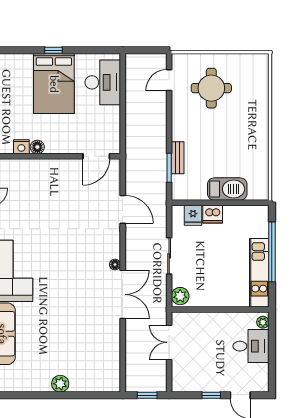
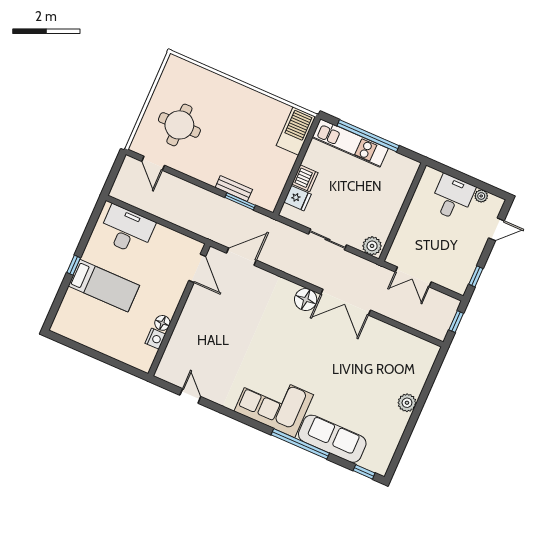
bed: (54, 84) -> (104, 286), width x0.67
barbecue: (227, 189) -> (296, 131), moved
door: (123, 209) -> (241, 257), moved
floor lamp: (115, 264) -> (306, 300), width x1.89, depth x1.89
kitchen unit: (259, 273) -> (350, 143), moved
double door: (123, 294) -> (346, 302), swing flipped
plant: (263, 322) -> (481, 196), moved
window: (211, 395) -> (476, 276), moved

